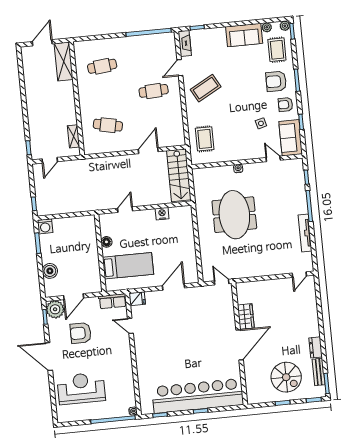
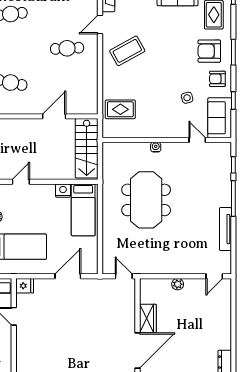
rug: (205, 139) -> (120, 109), turned 90
bed: (181, 229) -> (83, 210), added
plant: (269, 284) -> (178, 284), added

